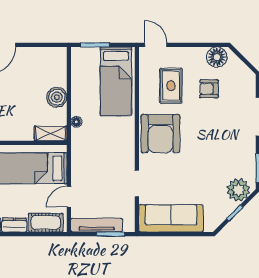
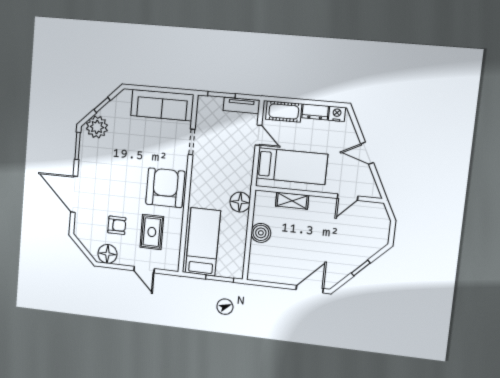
door: (156, 45) -> (144, 270), moved
floor lamp: (76, 122) -> (240, 202), width x1.89, depth x1.89
shelving: (51, 133) -> (292, 201), moved
door: (69, 197) -> (258, 135), hinge flipped
tv unit: (97, 225) -> (241, 105), width x0.71

